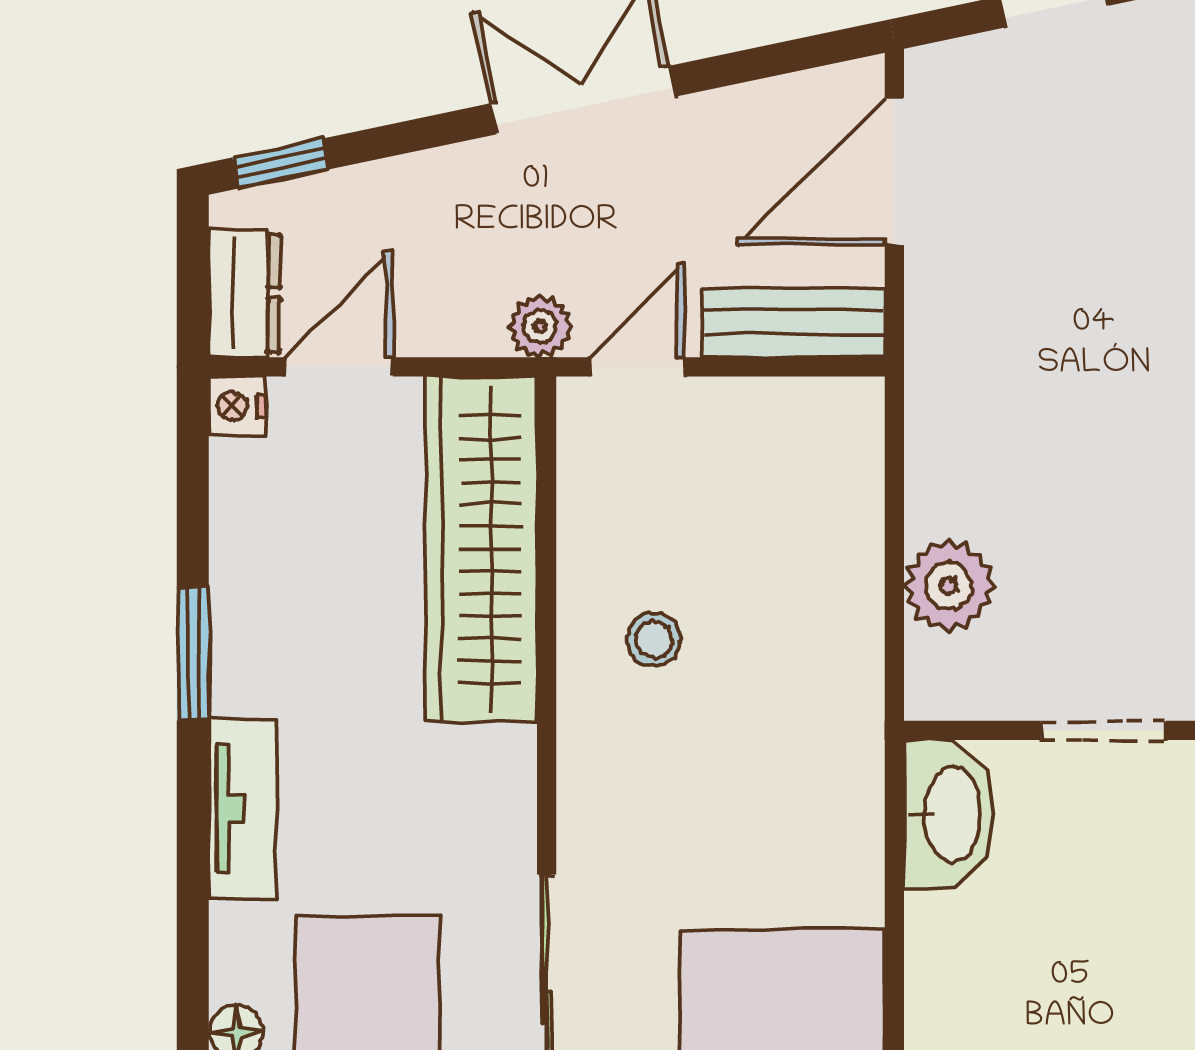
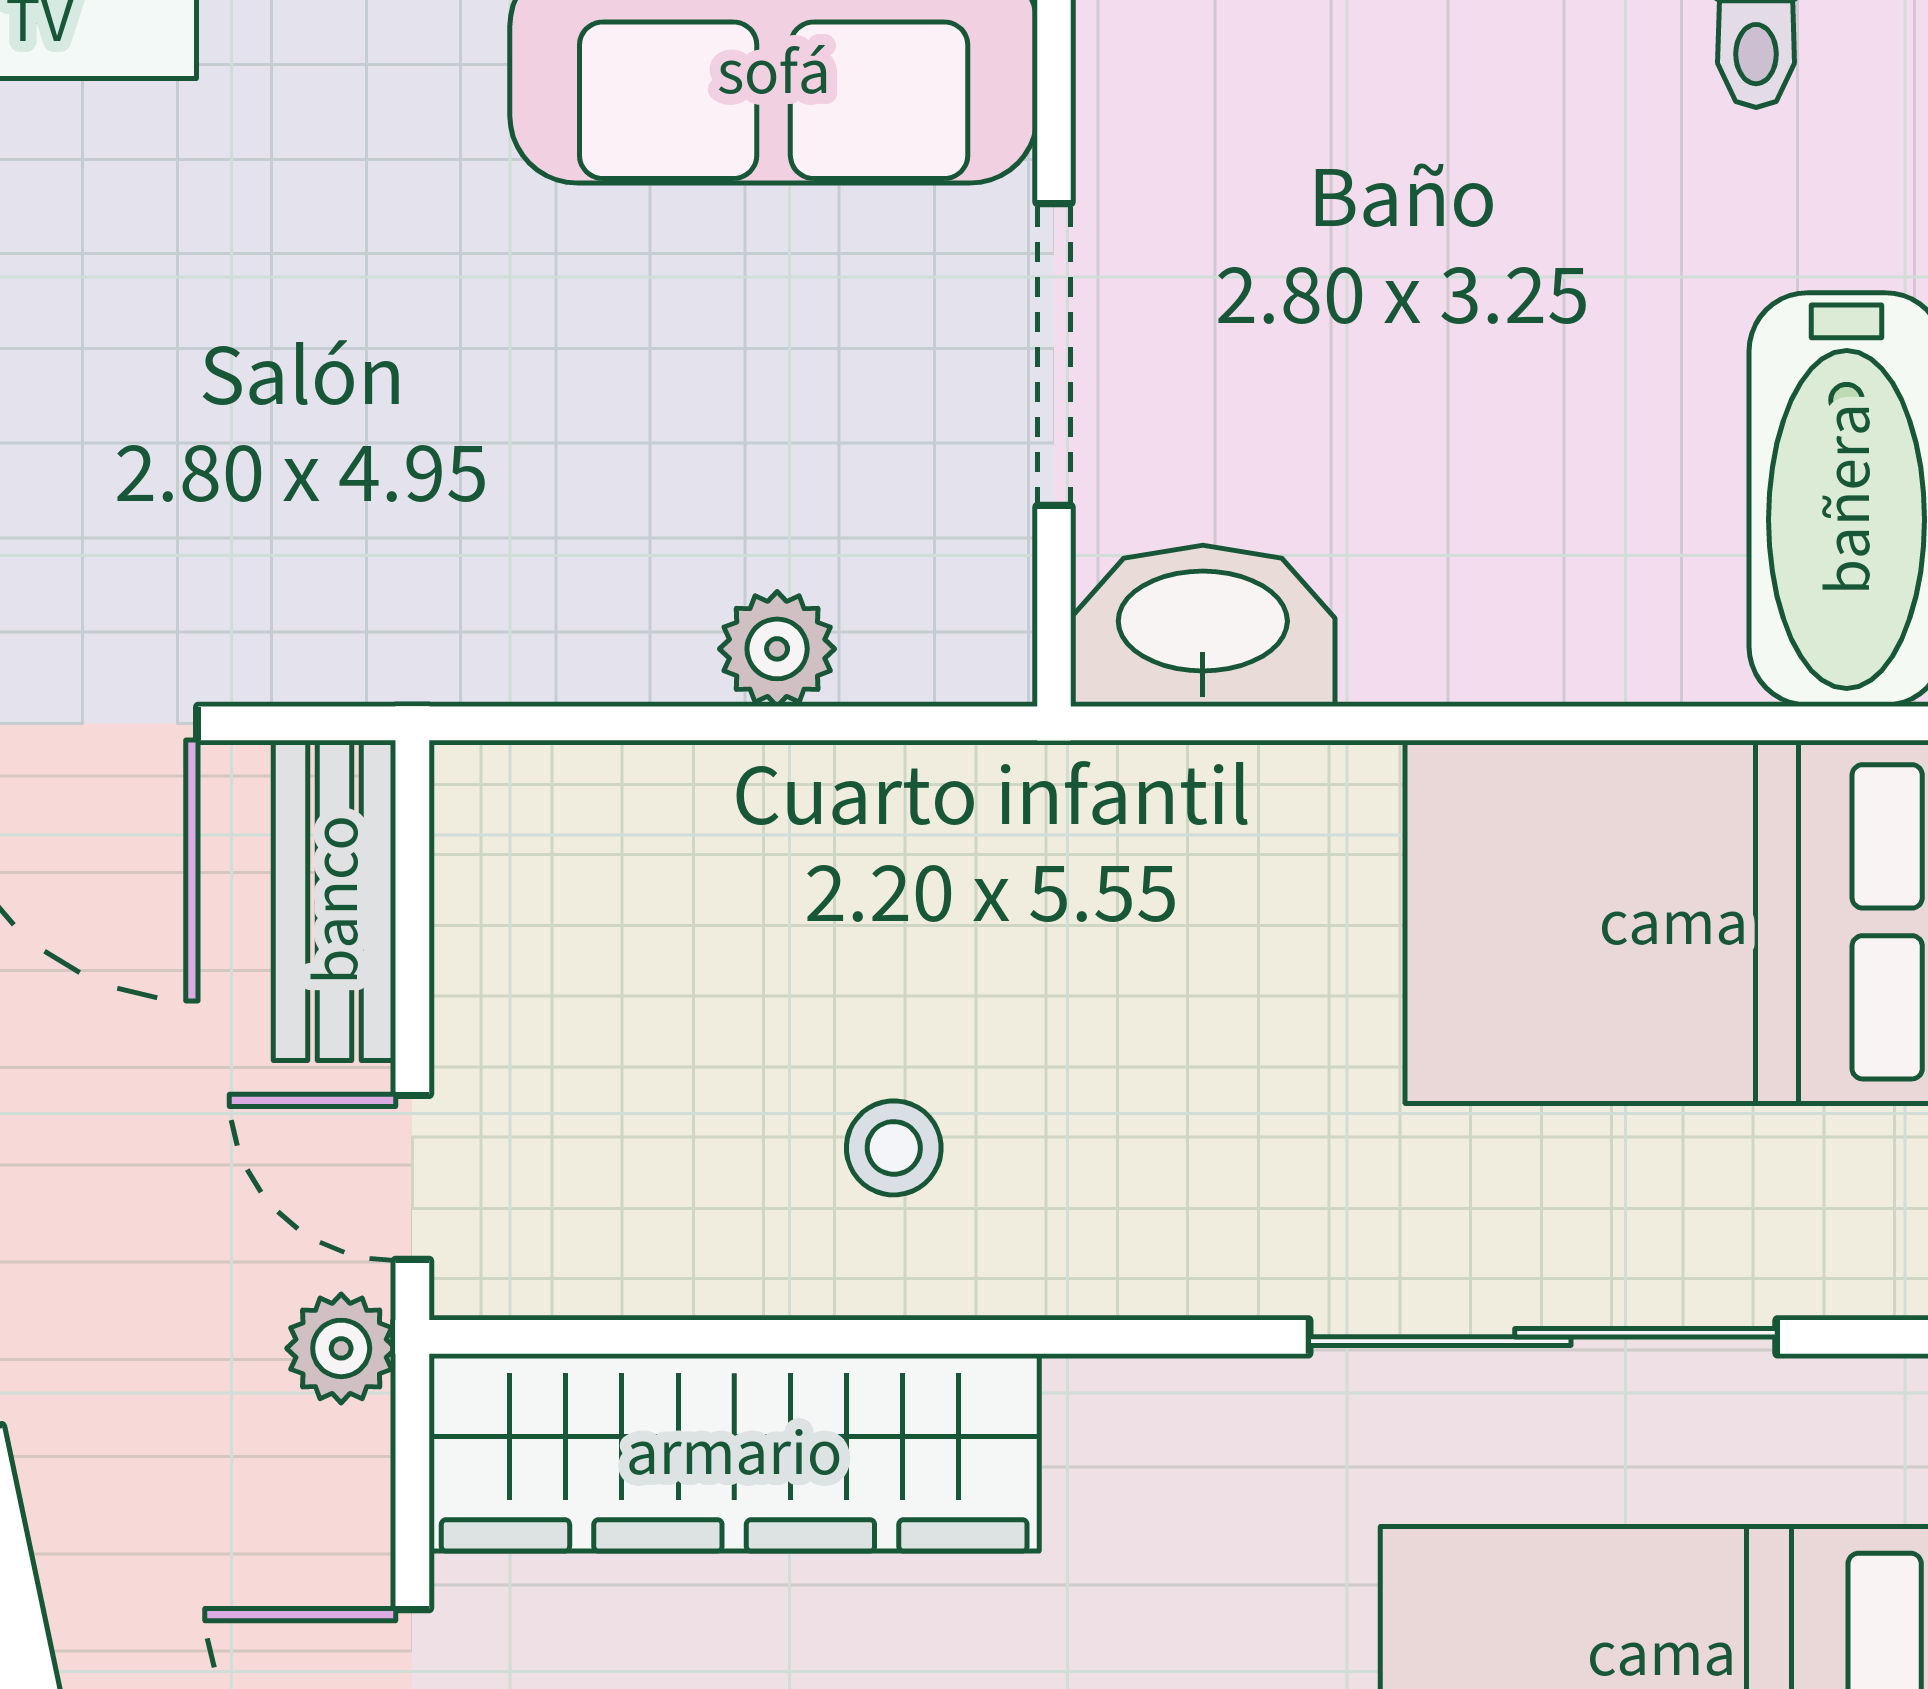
plant: (949, 586) -> (777, 649), width x0.73, depth x0.73
doorway: (1103, 730) -> (1054, 354), width x1.38

